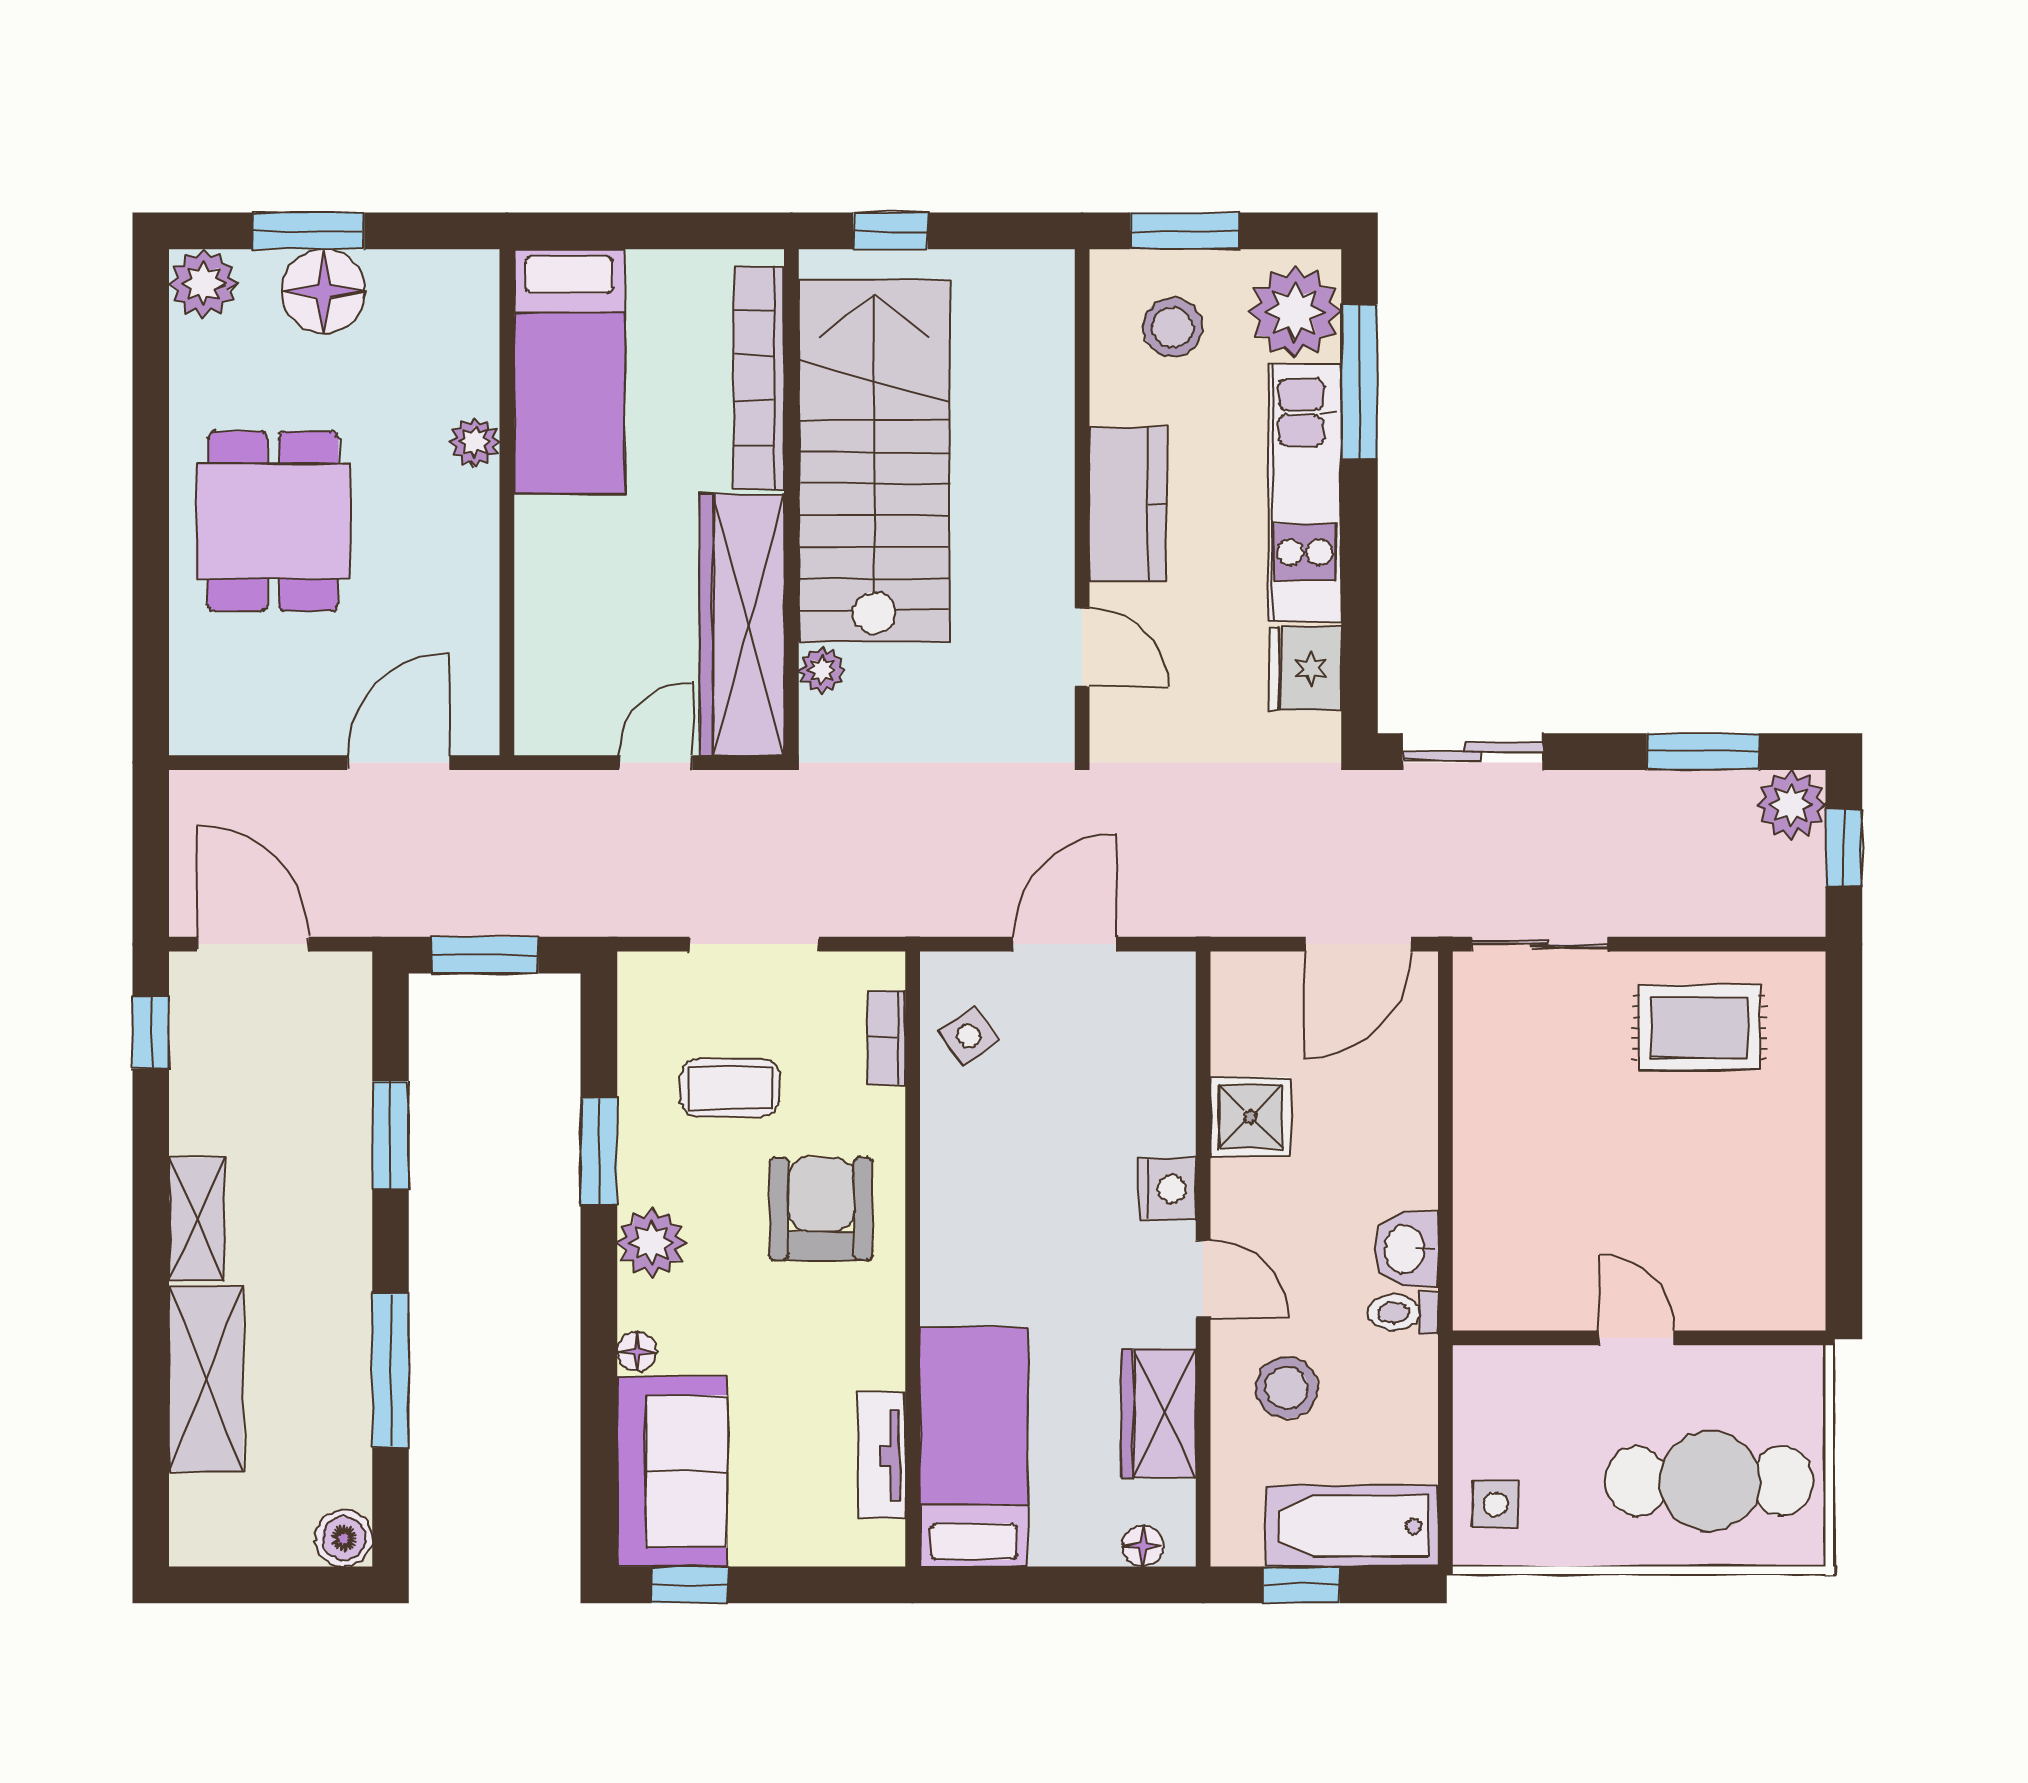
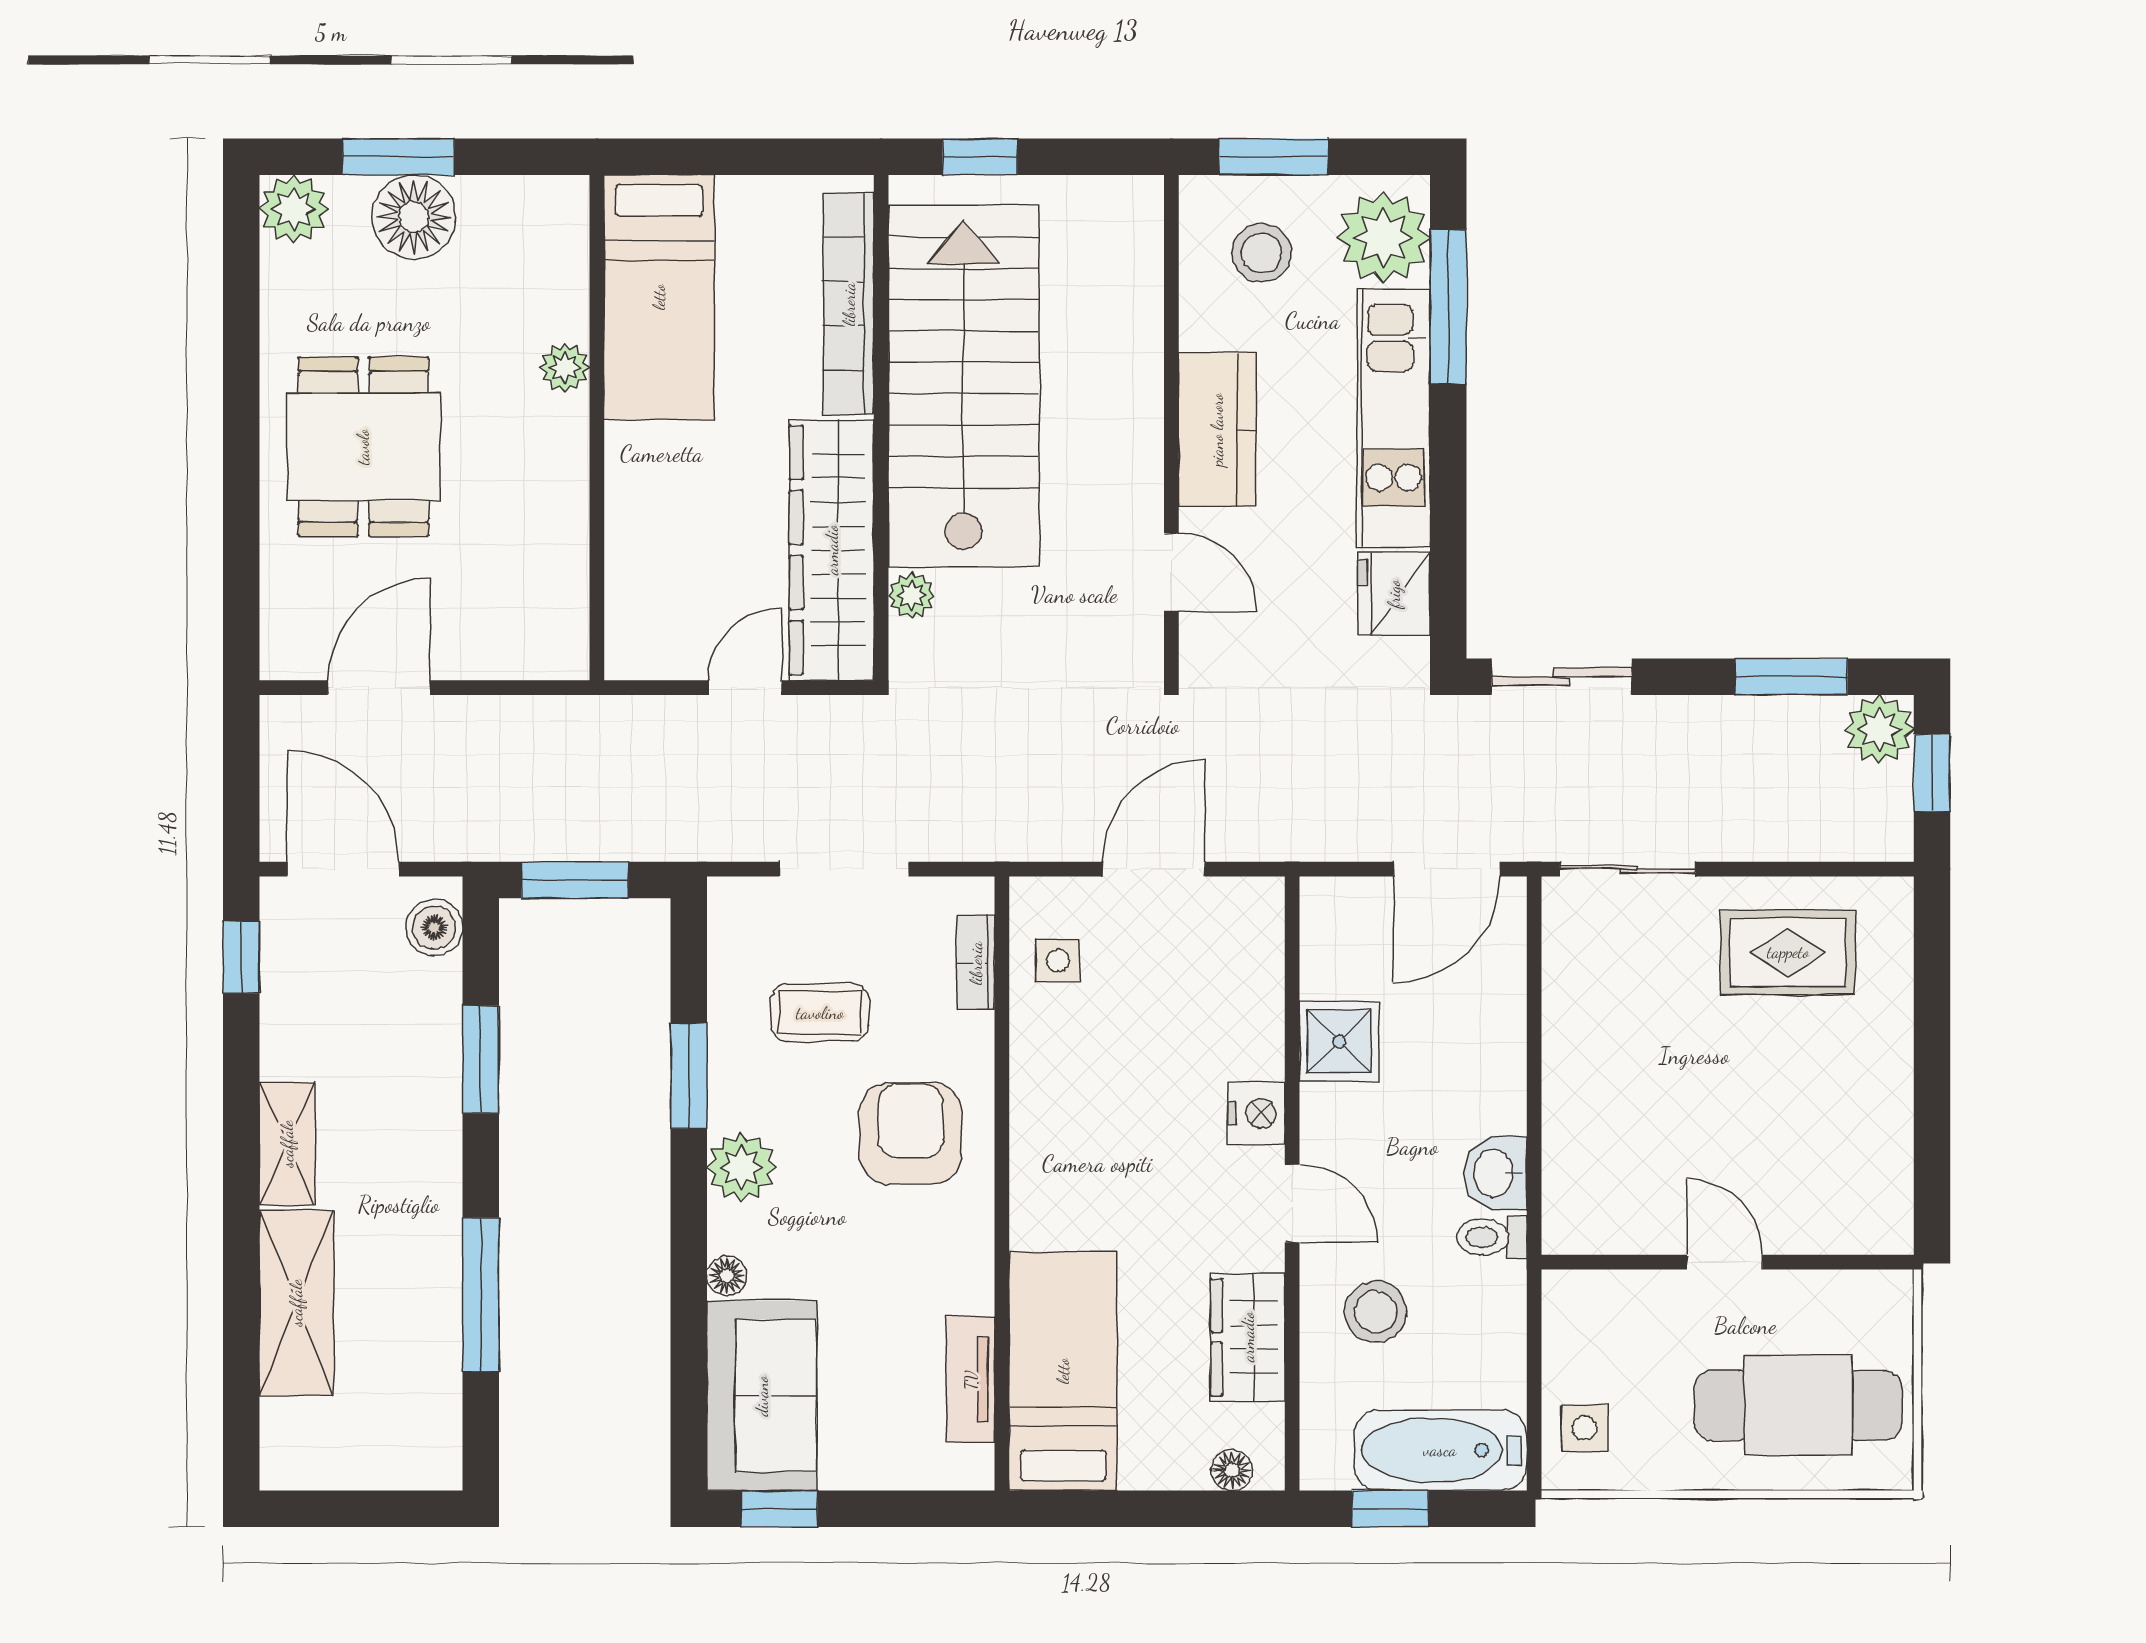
door: (399, 763) -> (379, 688), moved
side table: (969, 1036) -> (1058, 960), turned 35
boiler: (344, 1538) -> (434, 928), moved

